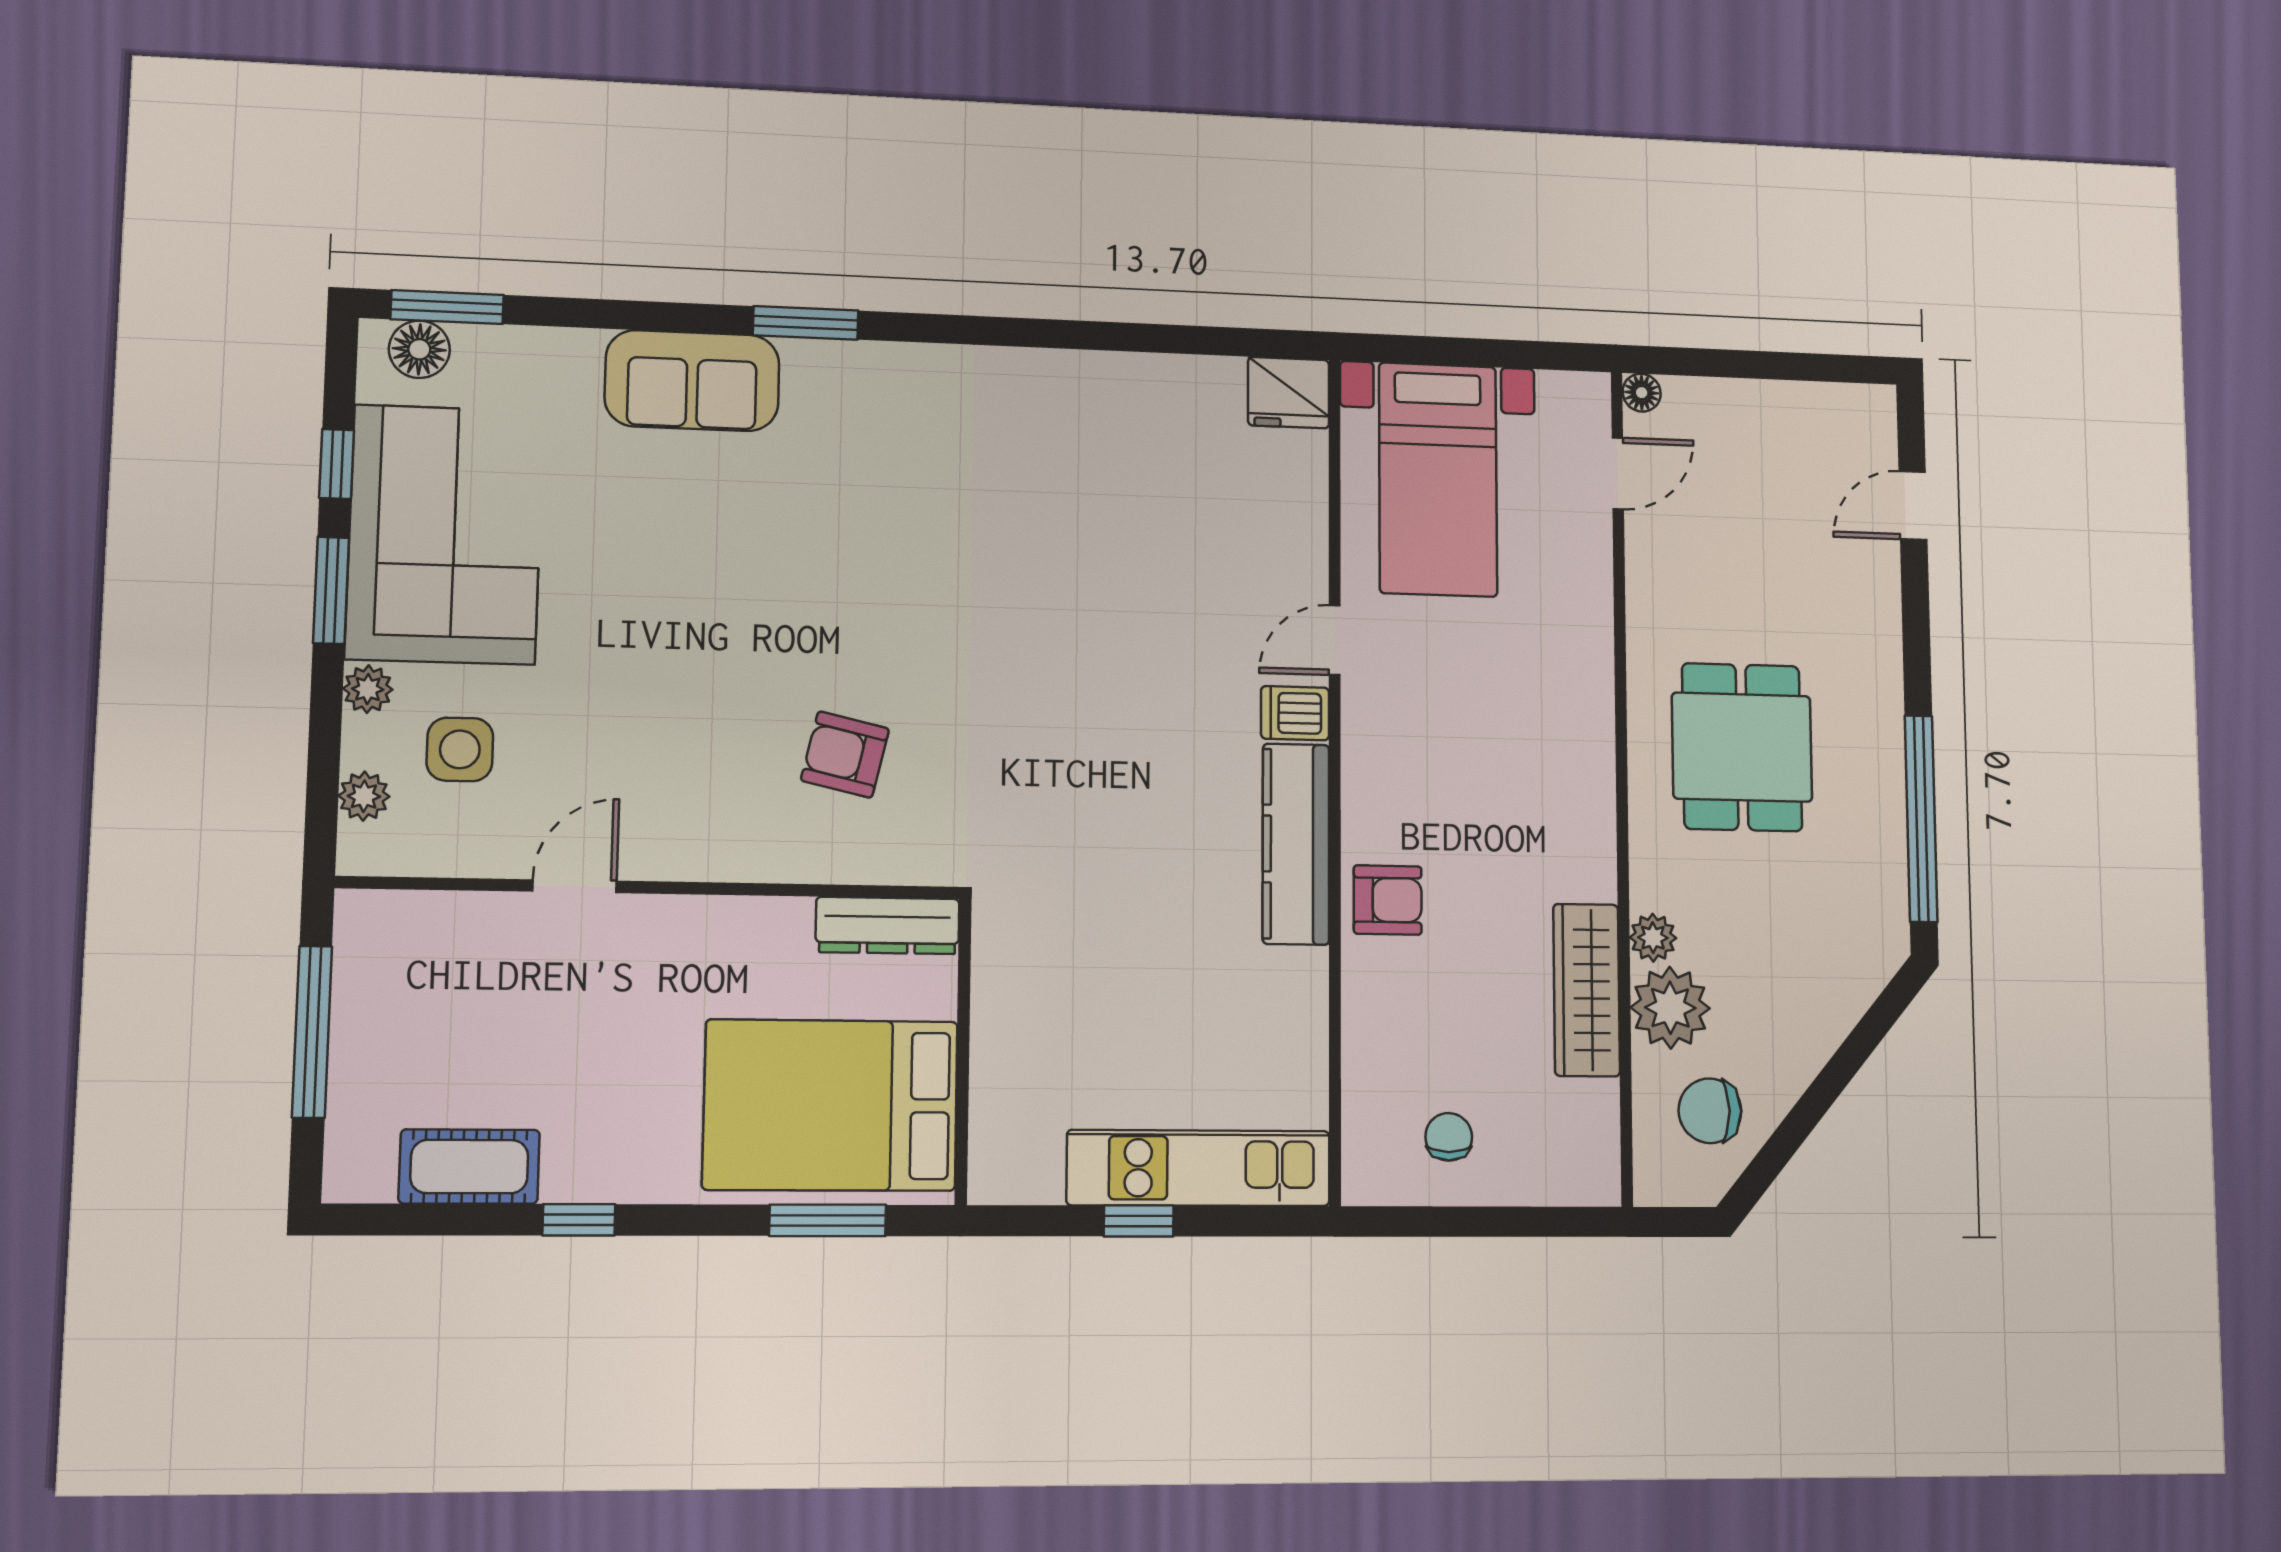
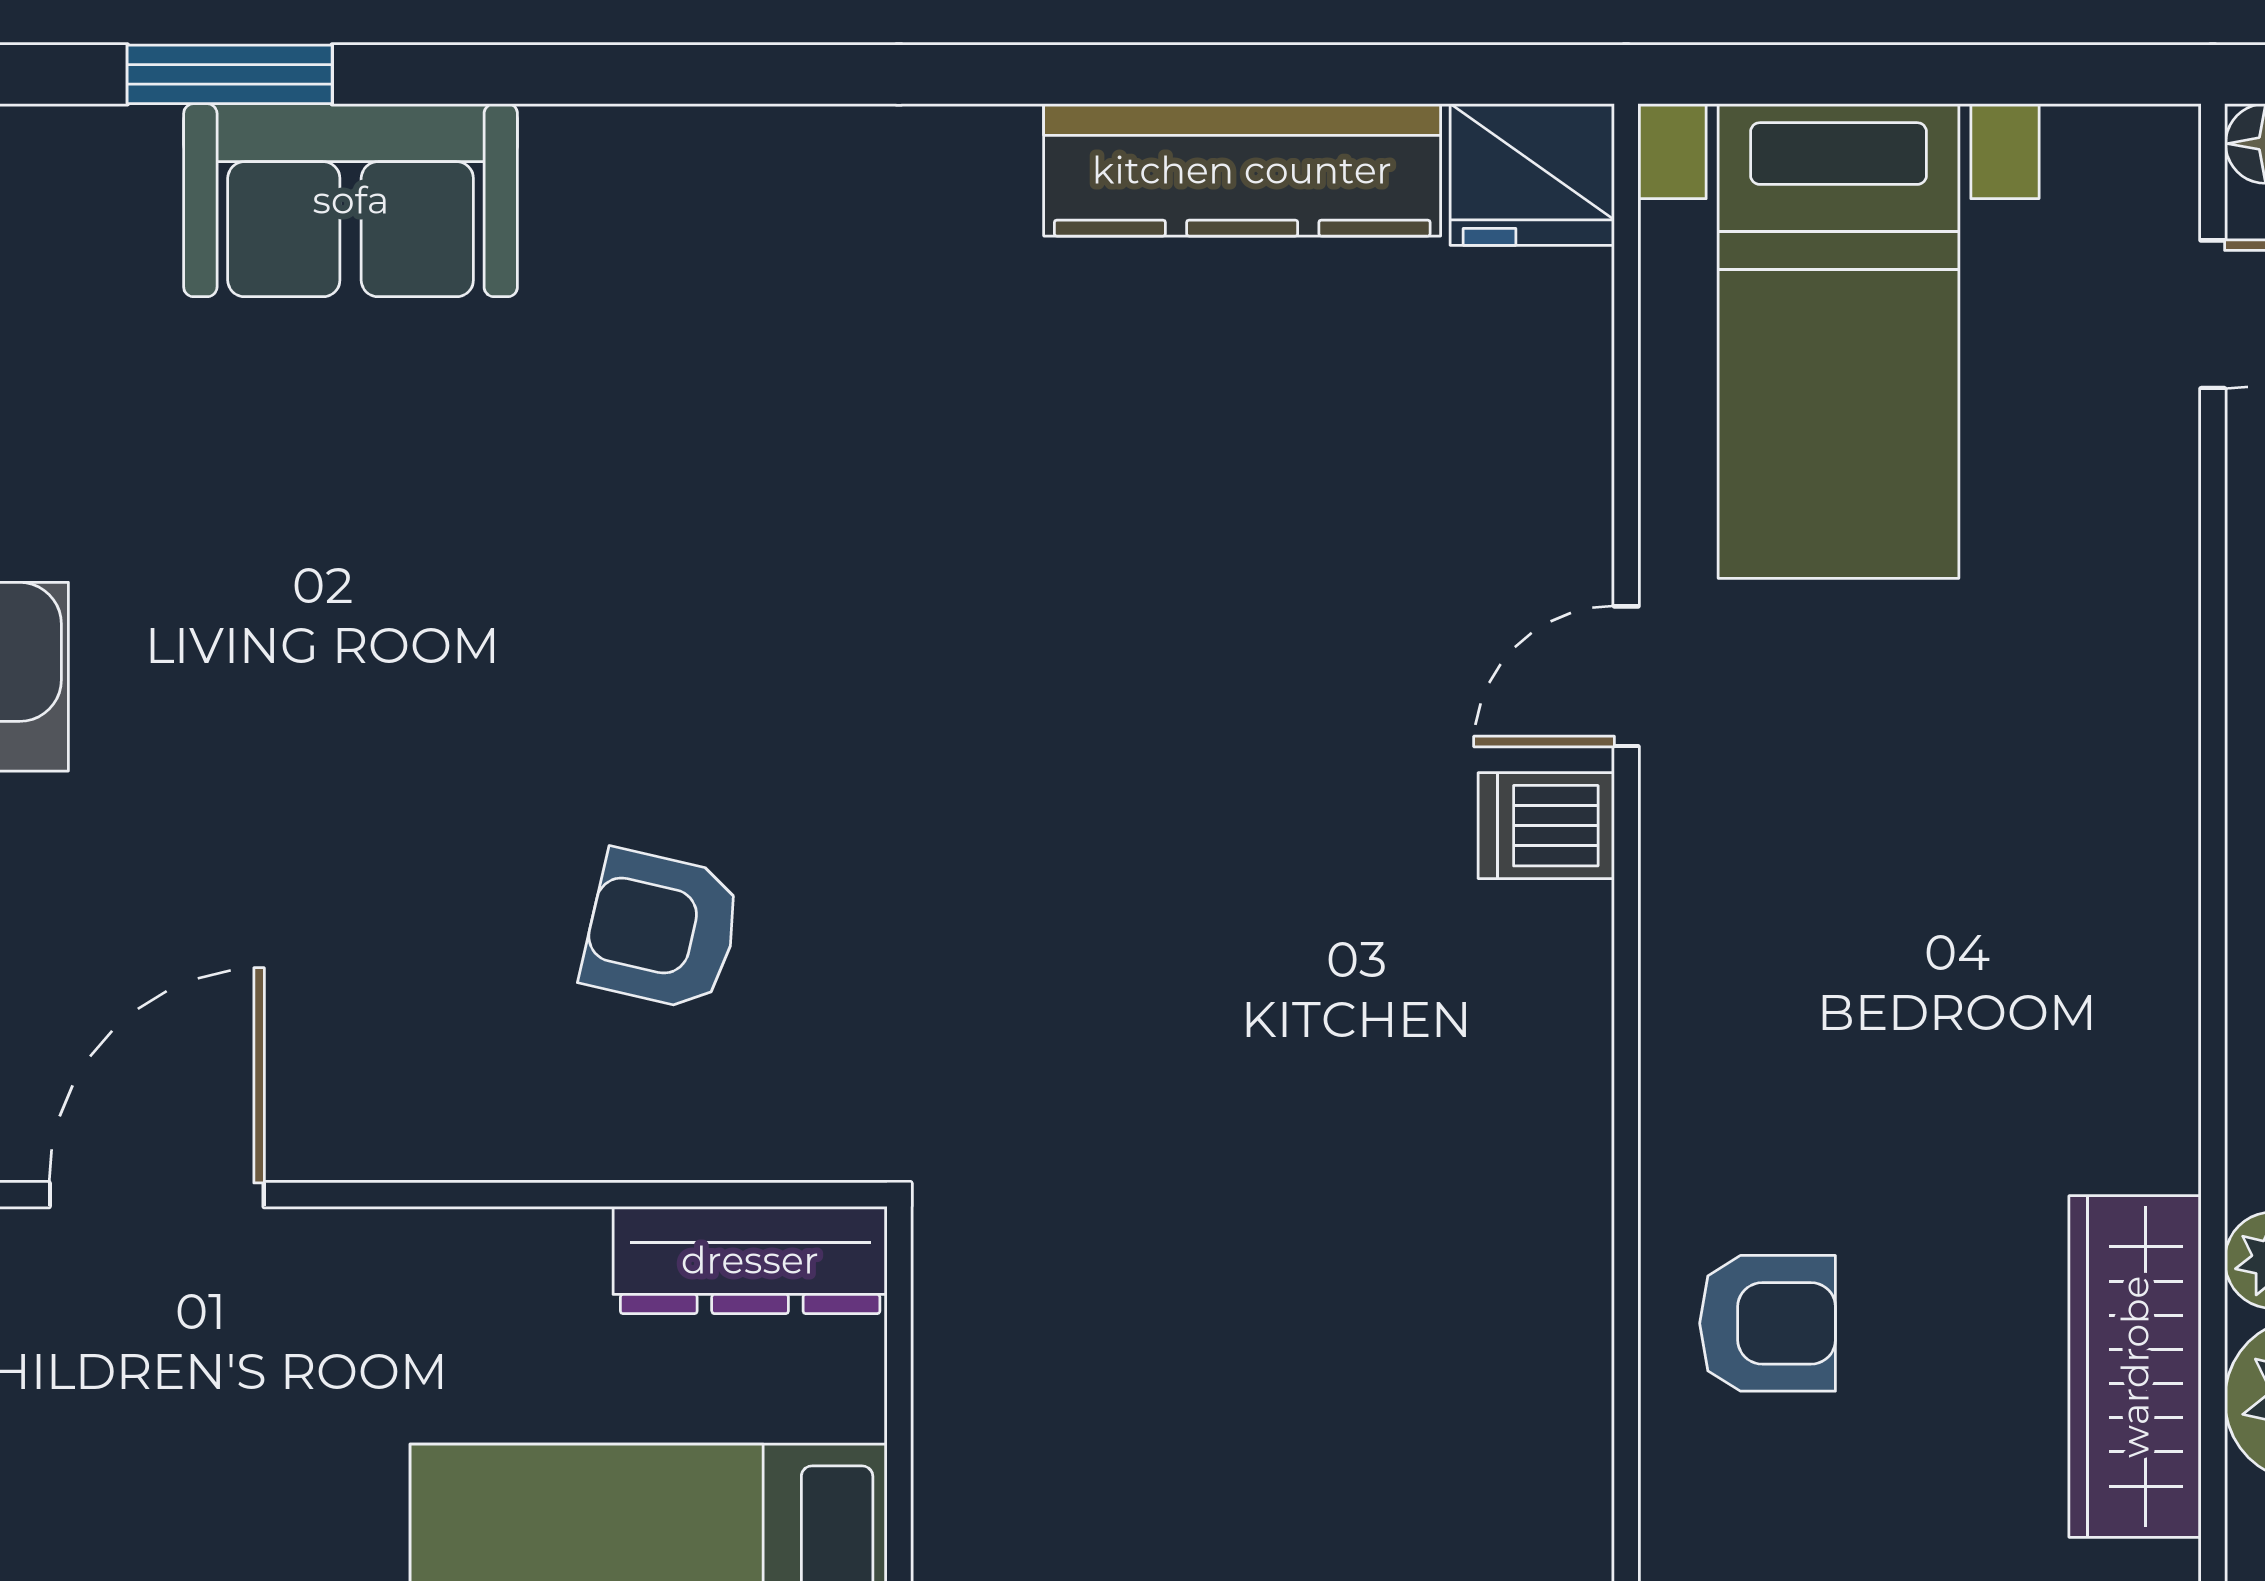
window: (806, 323) -> (230, 74), moved
kitchen counter: (1296, 844) -> (1242, 170), moved, turned -90
door: (575, 886) -> (157, 1195), width x1.38
armchair: (1388, 900) -> (1768, 1323), moved

